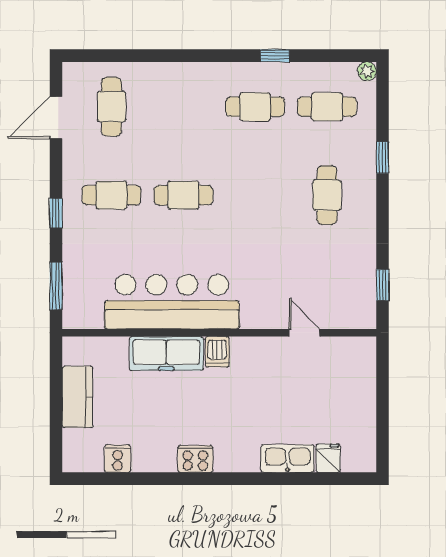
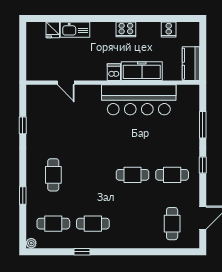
bar counter: (172, 302) -> (139, 100), moved
wall: (219, 333) -> (113, 83), moved
door: (304, 333) -> (66, 83), moved
dishwasher: (217, 352) -> (114, 72), moved
freezer: (166, 354) -> (142, 71), moved

